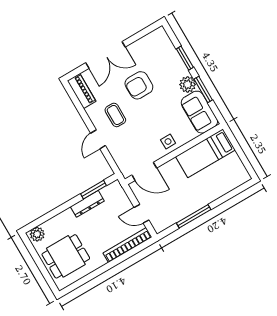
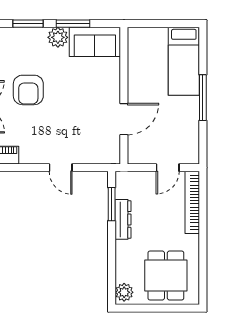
coffee table: (115, 115) -> (45, 134), removed
side table: (168, 141) -> (107, 94), removed
bed: (205, 153) -> (184, 61), moved
door: (144, 171) -> (124, 119), moved
window: (194, 216) -> (203, 98), moved

